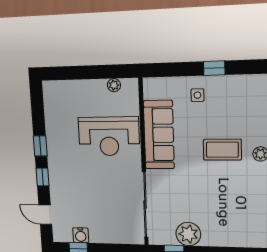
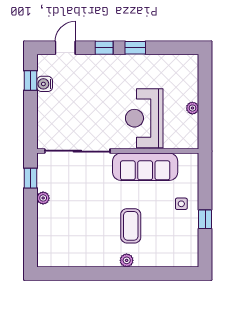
plant: (114, 85) -> (192, 108), moved
plant: (188, 234) -> (43, 198), width x0.53, depth x0.53

